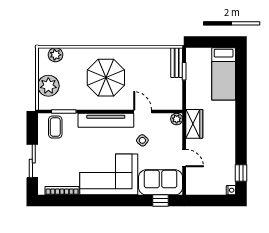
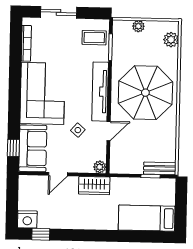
parasol: (106, 78) -> (145, 93), width x1.36, depth x1.36
plant: (48, 86) -> (138, 26), width x0.53, depth x0.53
nightstand: (231, 190) -> (27, 219), width x1.89, depth x1.79

